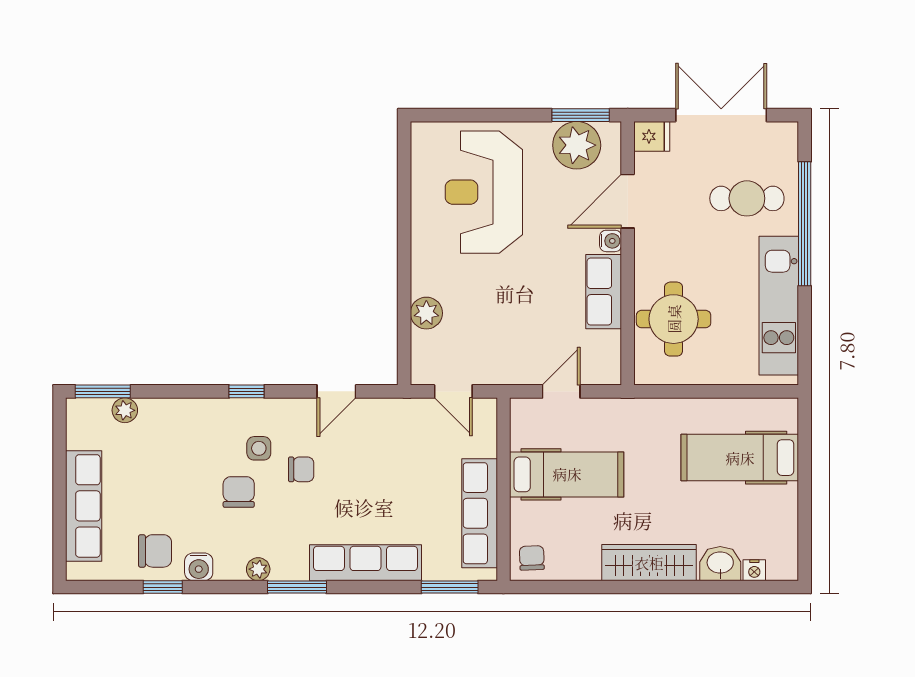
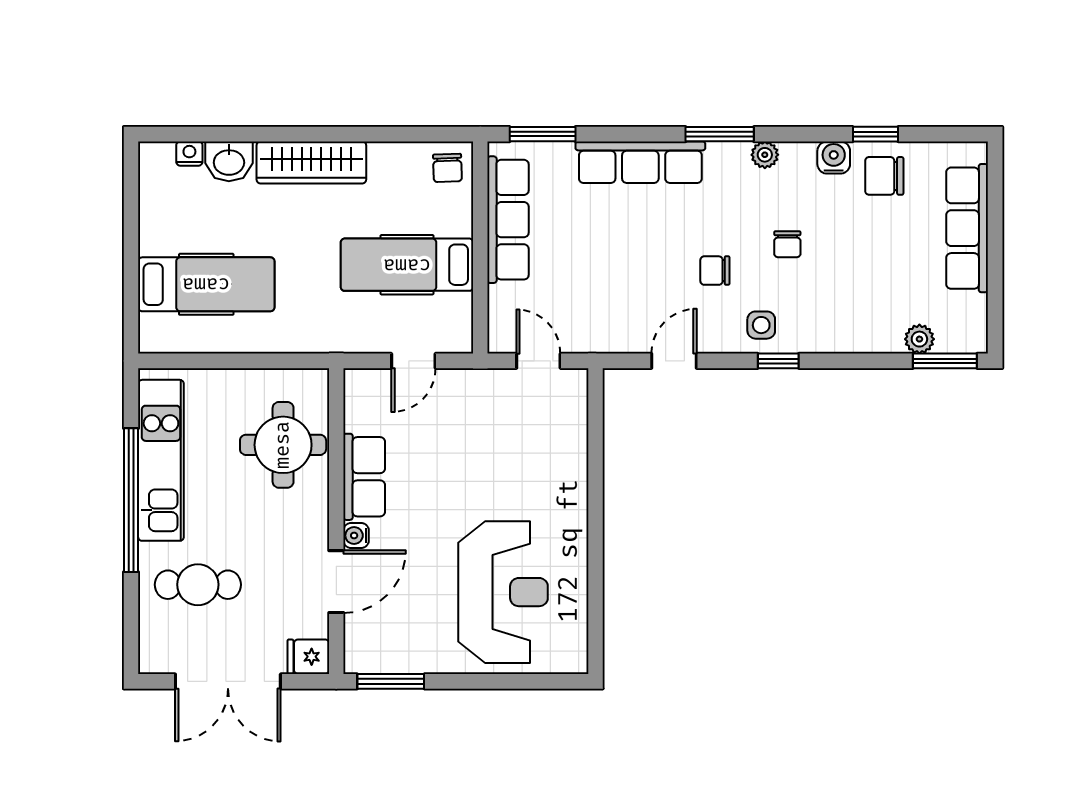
plant: (577, 145) -> (395, 646), removed
window: (805, 224) -> (131, 500), moved
plant: (426, 313) -> (570, 452), removed
side table: (259, 448) -> (761, 325), moved
chair: (239, 492) -> (787, 244), width x0.73, depth x0.73

